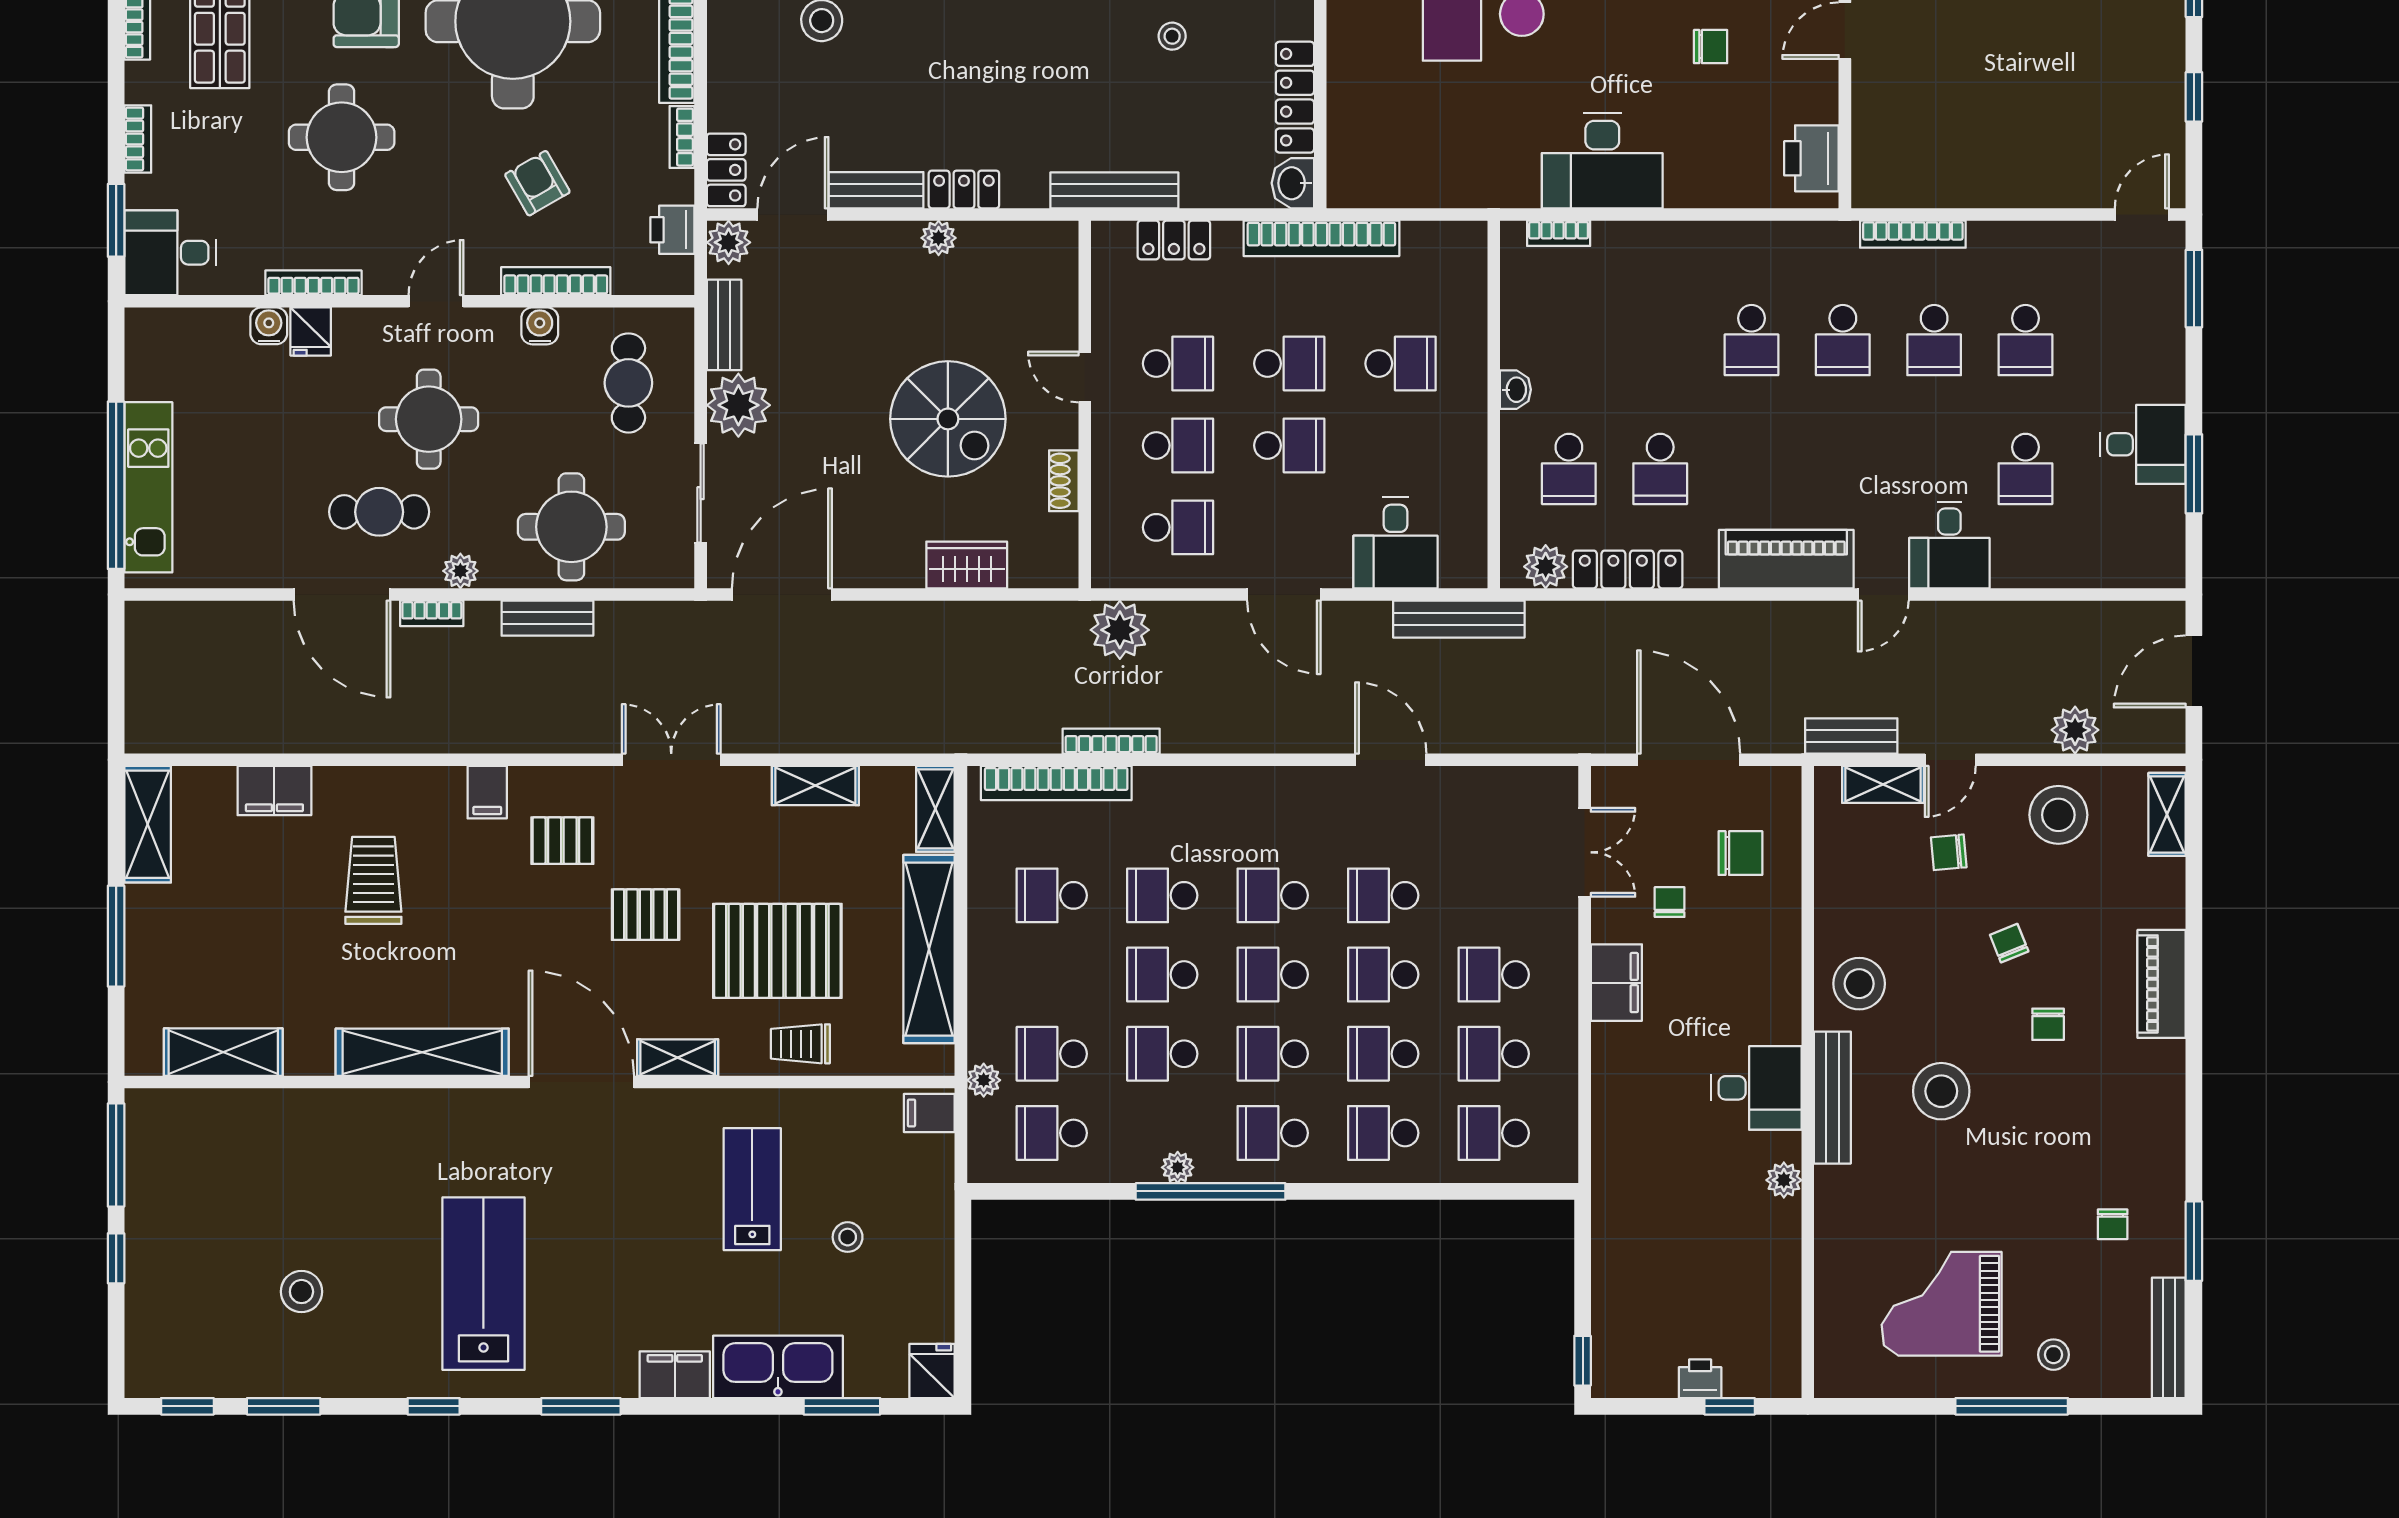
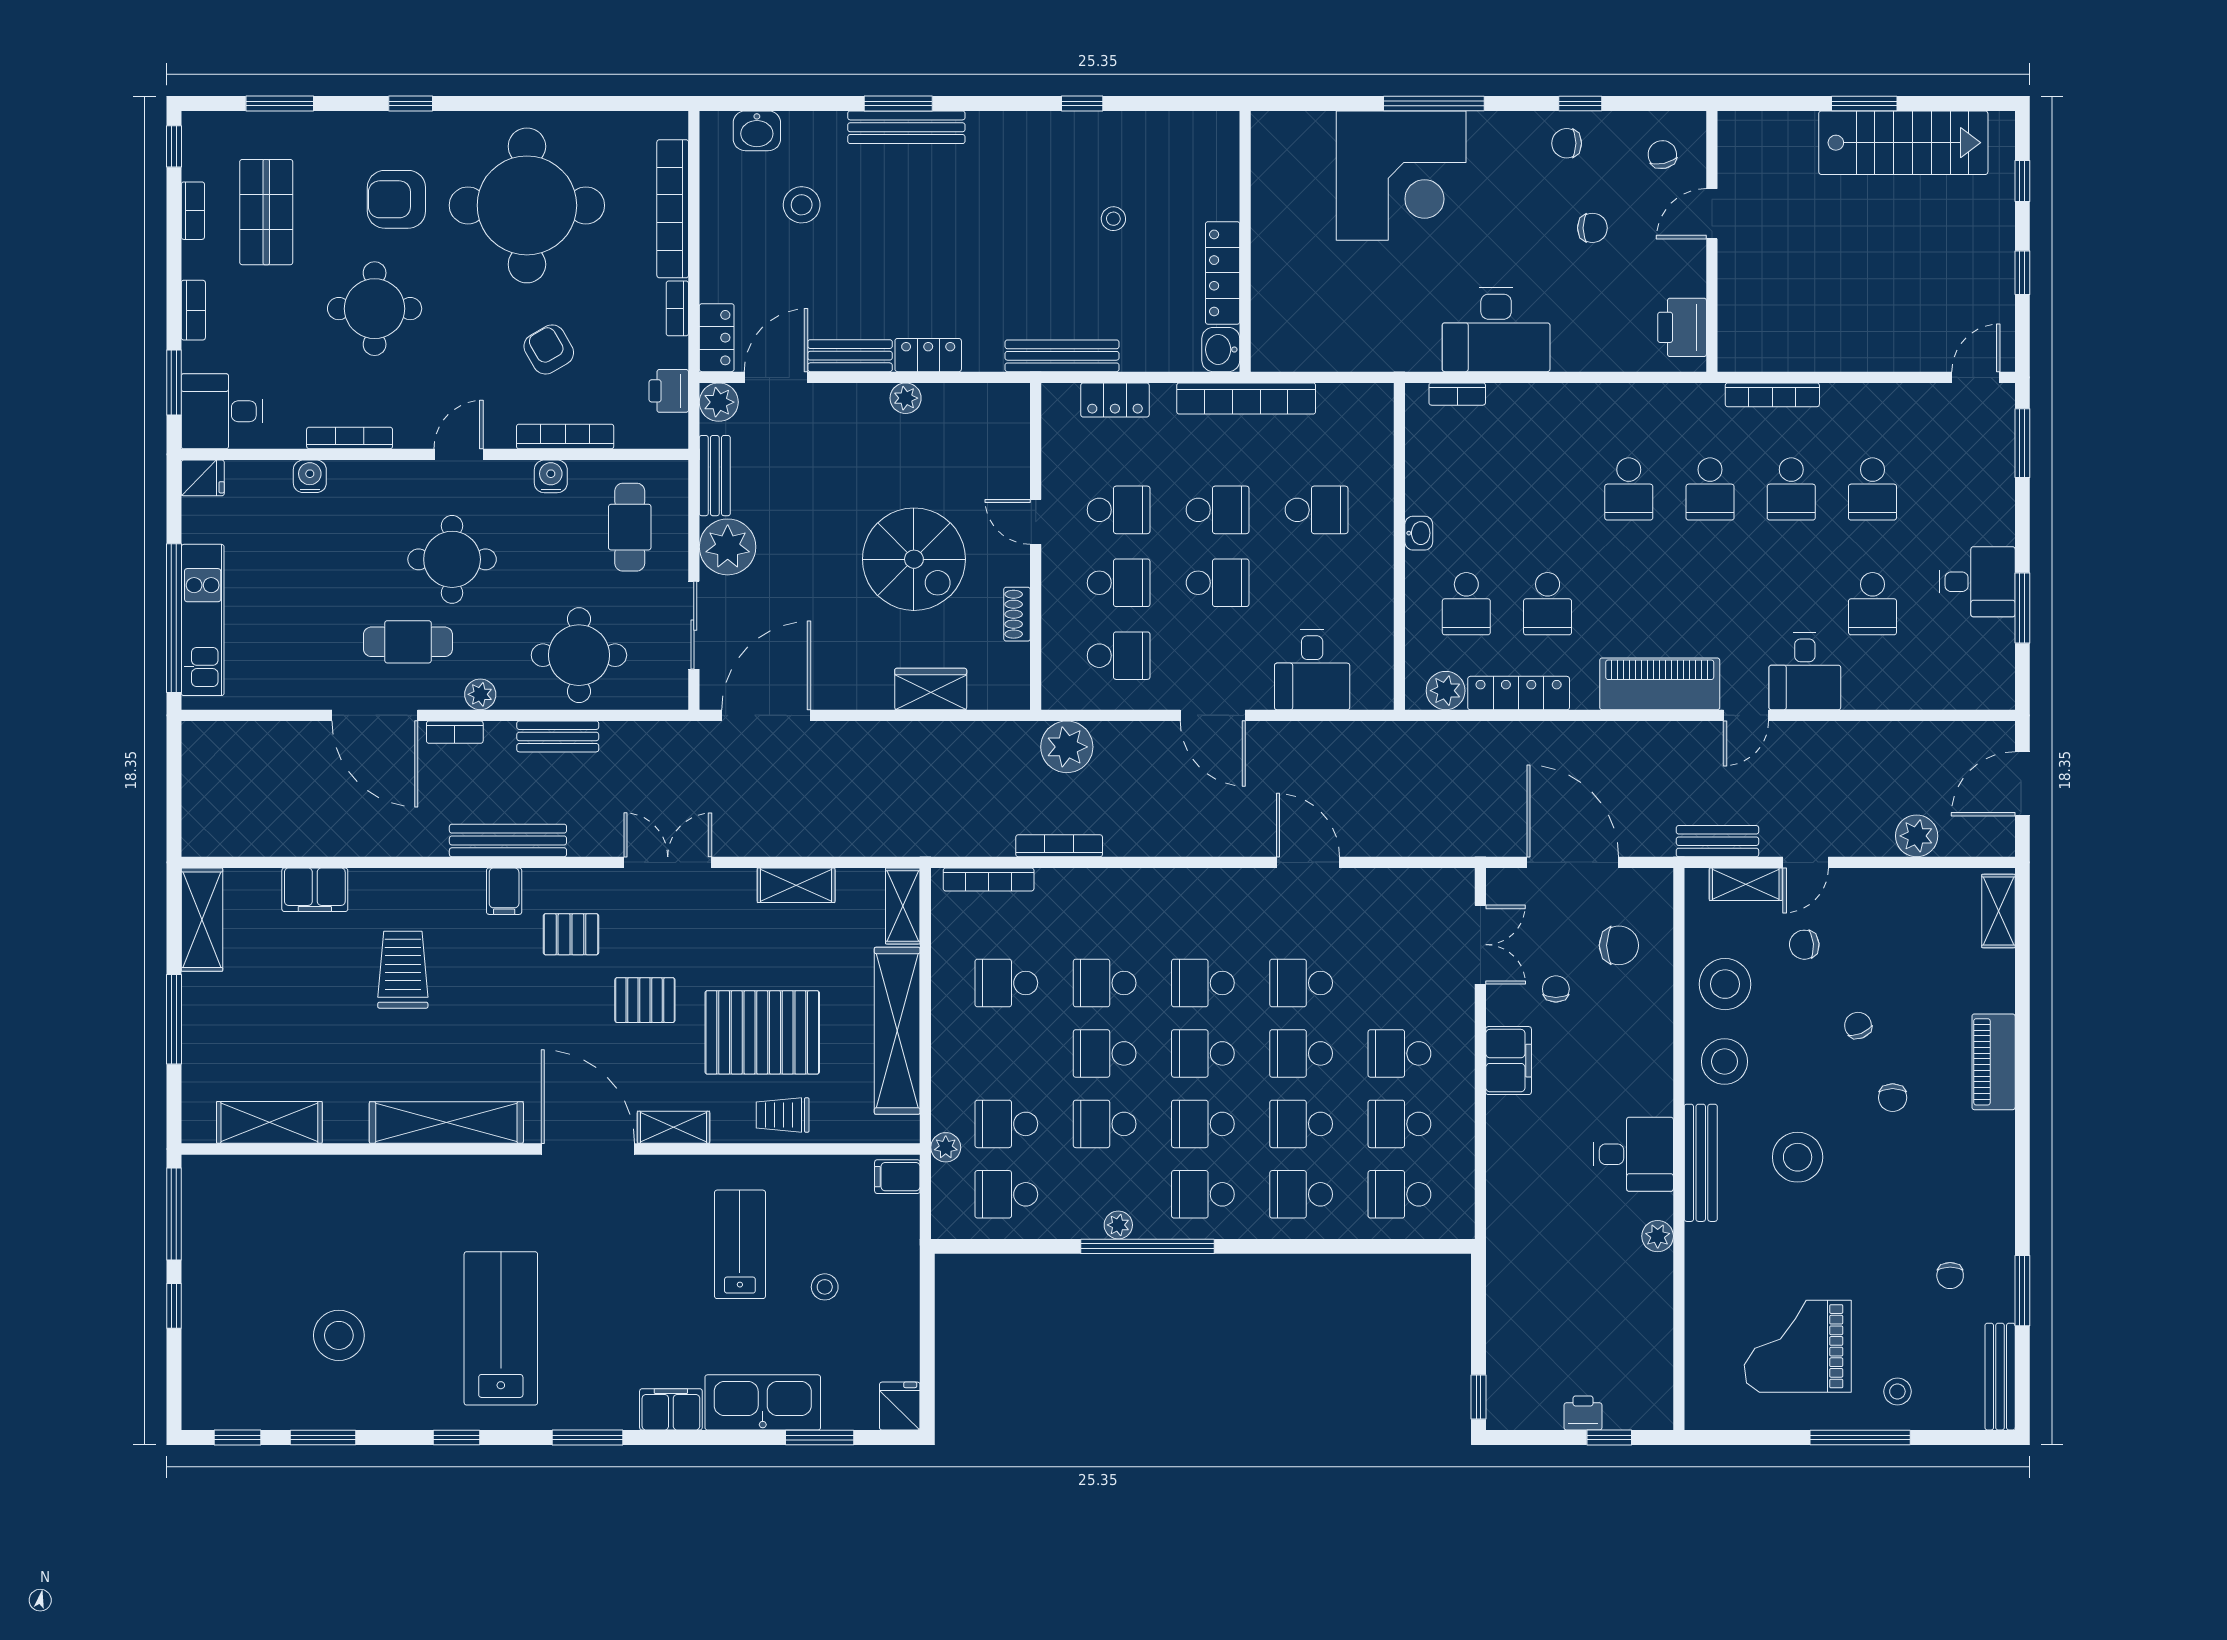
fridge: (311, 332) -> (203, 478), moved, turned -90
bench: (1459, 619) -> (508, 840), moved
bookcase: (1056, 783) -> (989, 879), width x0.68, depth x0.76
stool: (2058, 815) -> (1725, 984), moved
stool: (301, 1292) -> (339, 1335), width x1.38, depth x1.38

